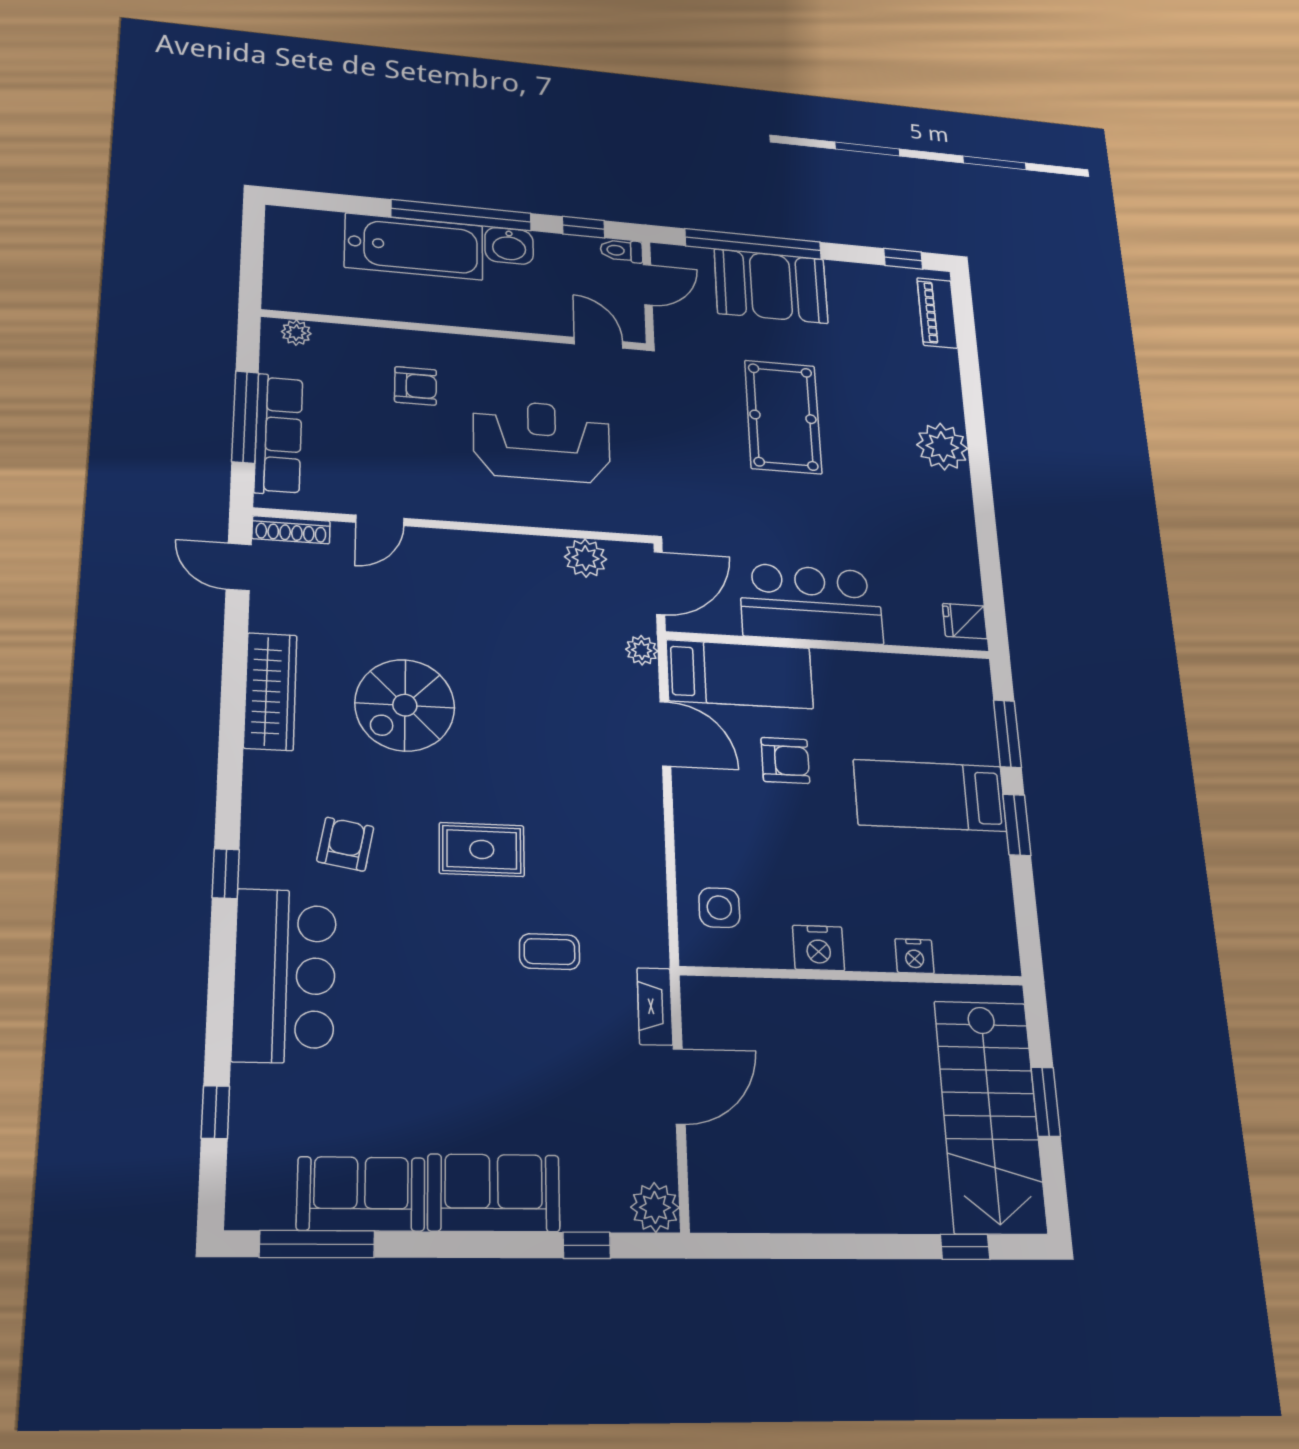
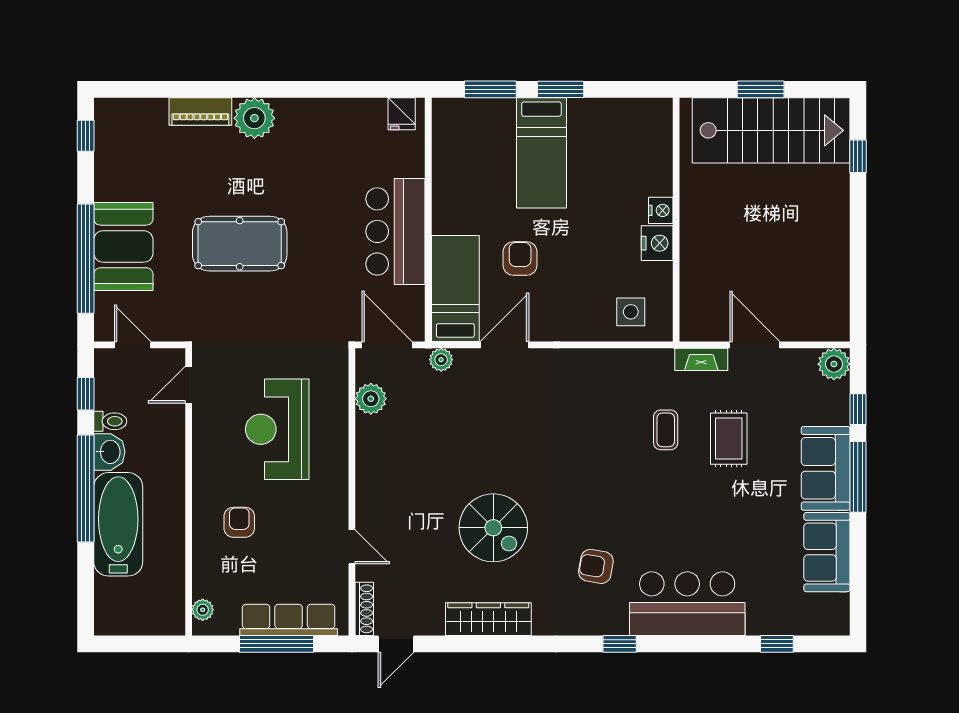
toilet: (621, 251) -> (110, 421), moved, turned -90
piano: (937, 313) -> (200, 112), moved
rug: (482, 849) -> (729, 439), moved
nightstand: (914, 956) -> (661, 210), moved
window: (317, 1244) -> (858, 477), moved

